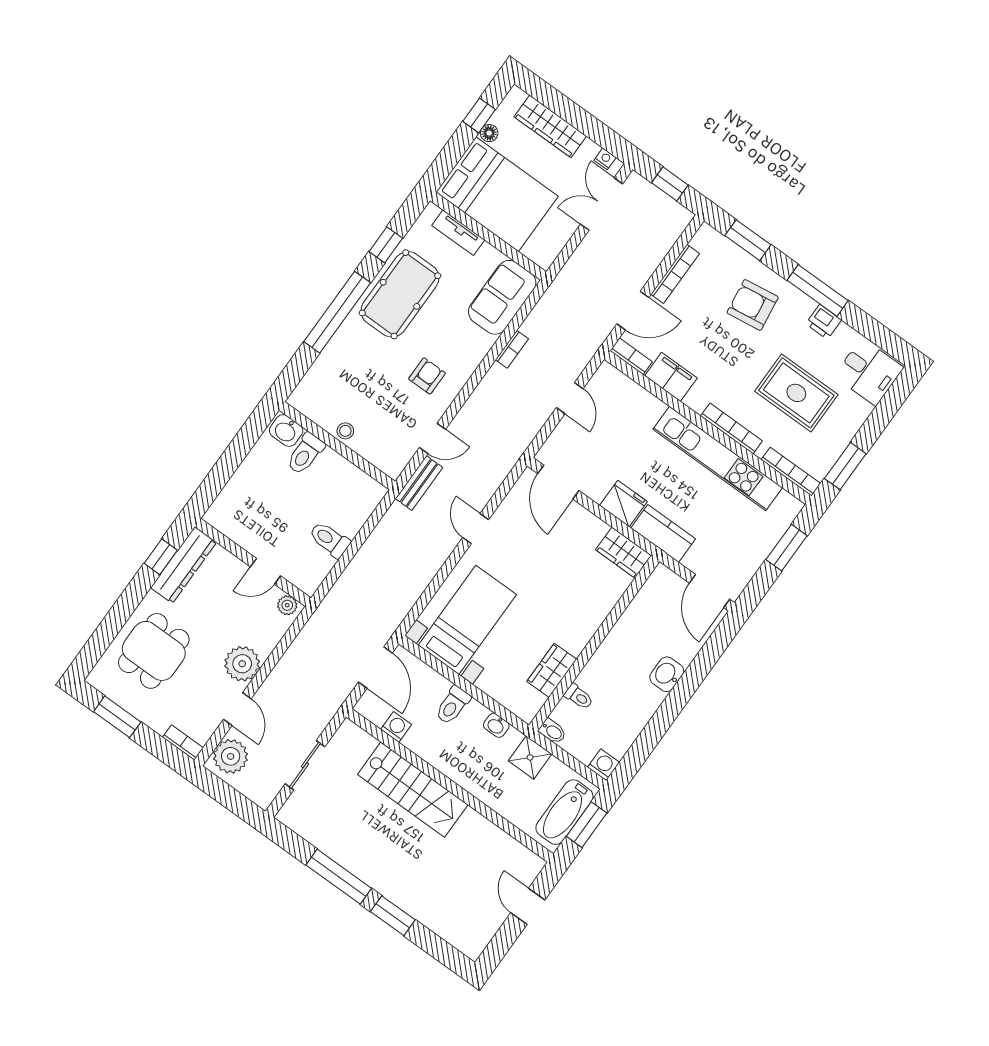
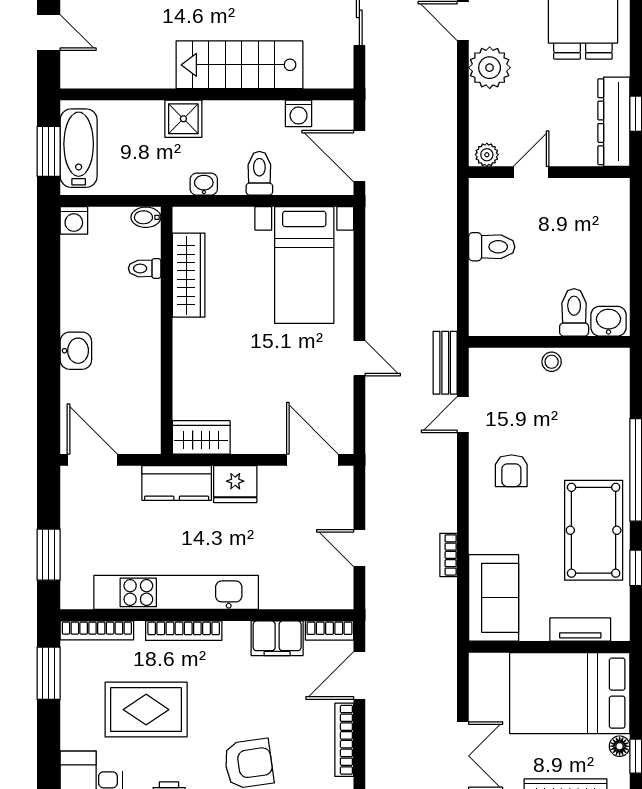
wardrobe: (552, 670) -> (189, 275), width x1.50
shower: (530, 757) -> (183, 119), moved

